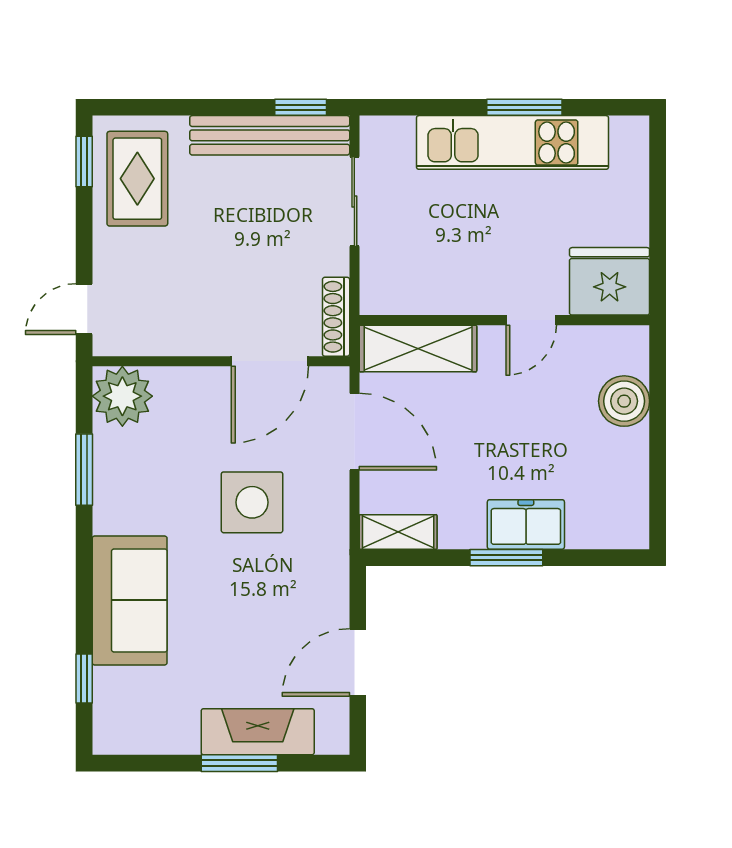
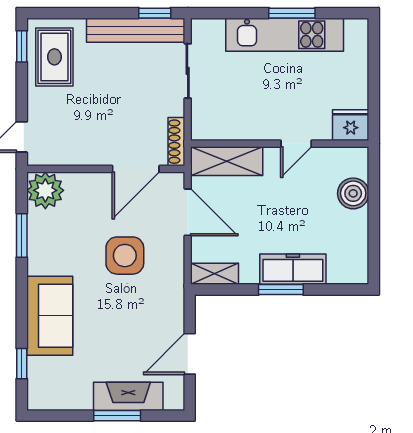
fridge: (610, 281) -> (351, 125), width x0.73, depth x0.75
freezer: (526, 524) -> (293, 269), width x1.40

